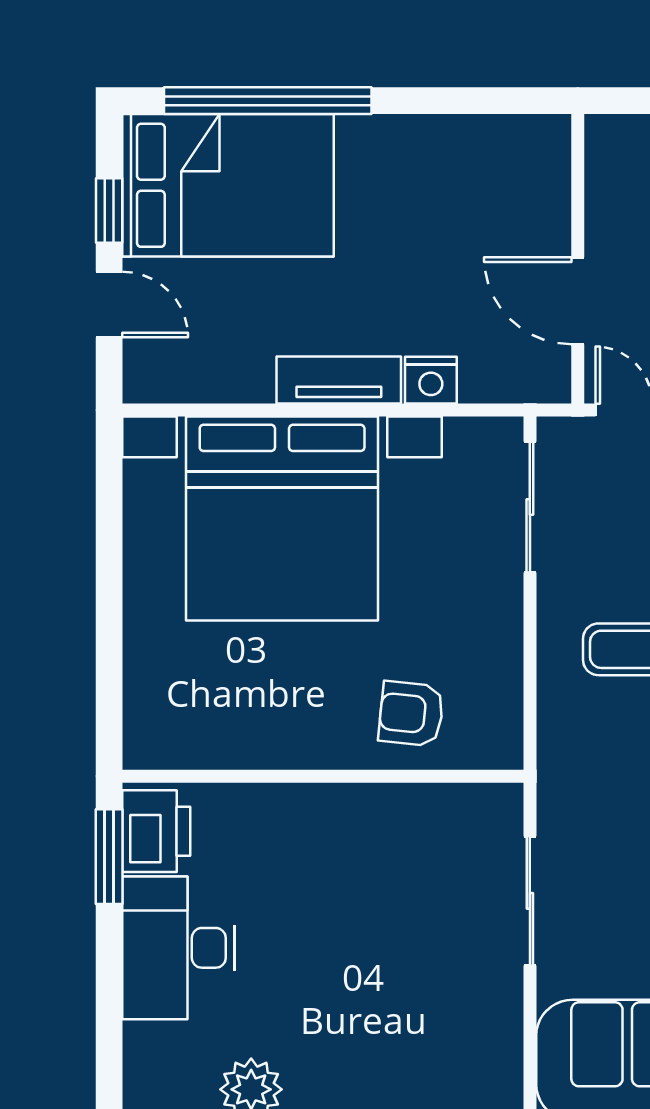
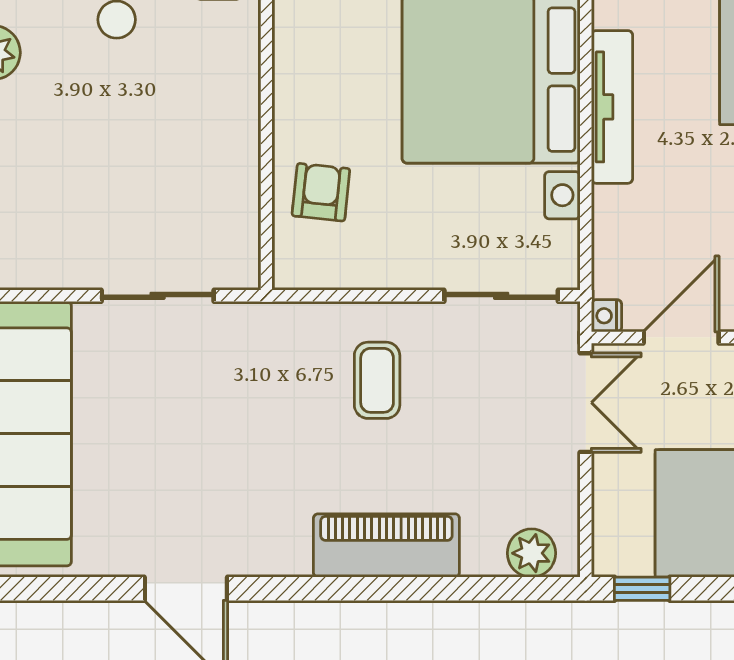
tv unit: (339, 380) -> (612, 107), width x1.41
nightstand: (431, 380) -> (606, 316), moved, width x0.72, depth x0.74

